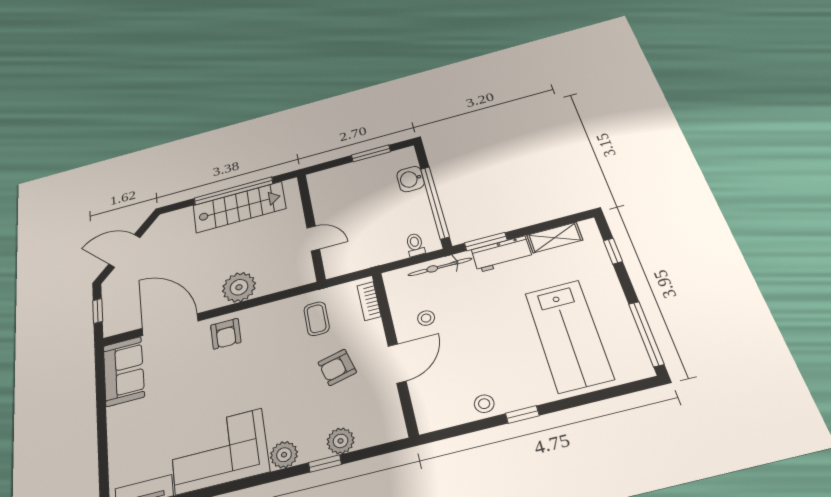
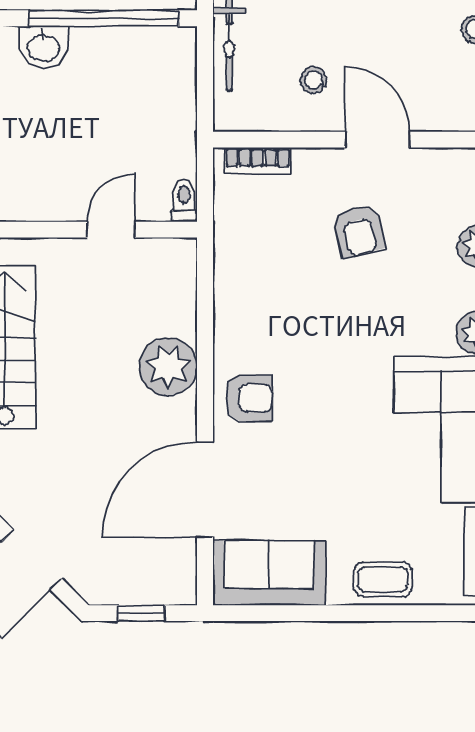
toilet: (415, 245) -> (184, 201), moved, turned 90
coffee table: (317, 319) -> (383, 579), moved

